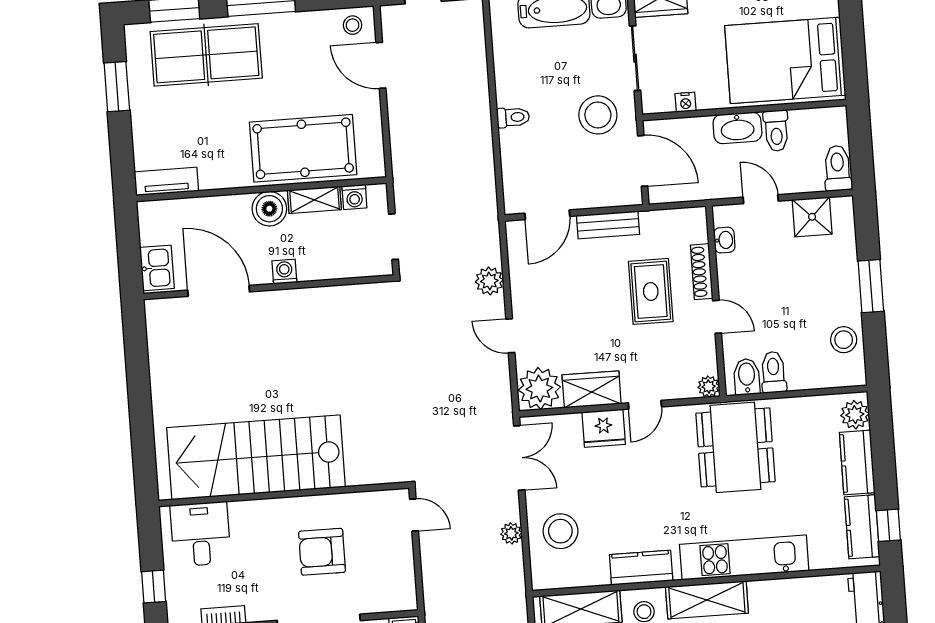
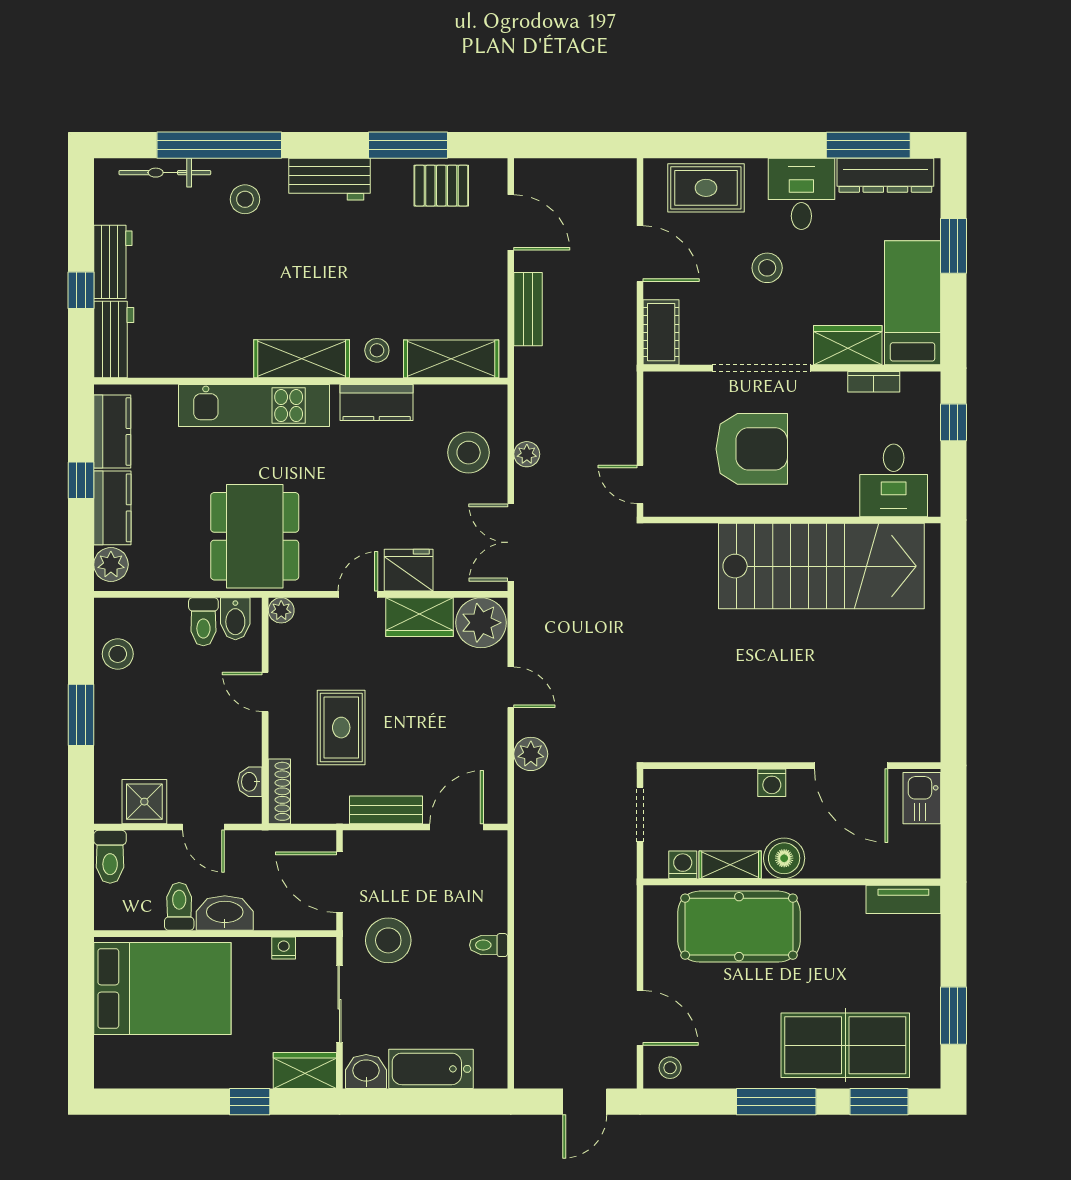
shoe rack: (702, 272) -> (279, 791), moved
window: (888, 525) -> (81, 480), moved
armchair: (322, 552) -> (752, 449), width x1.36, depth x1.36

